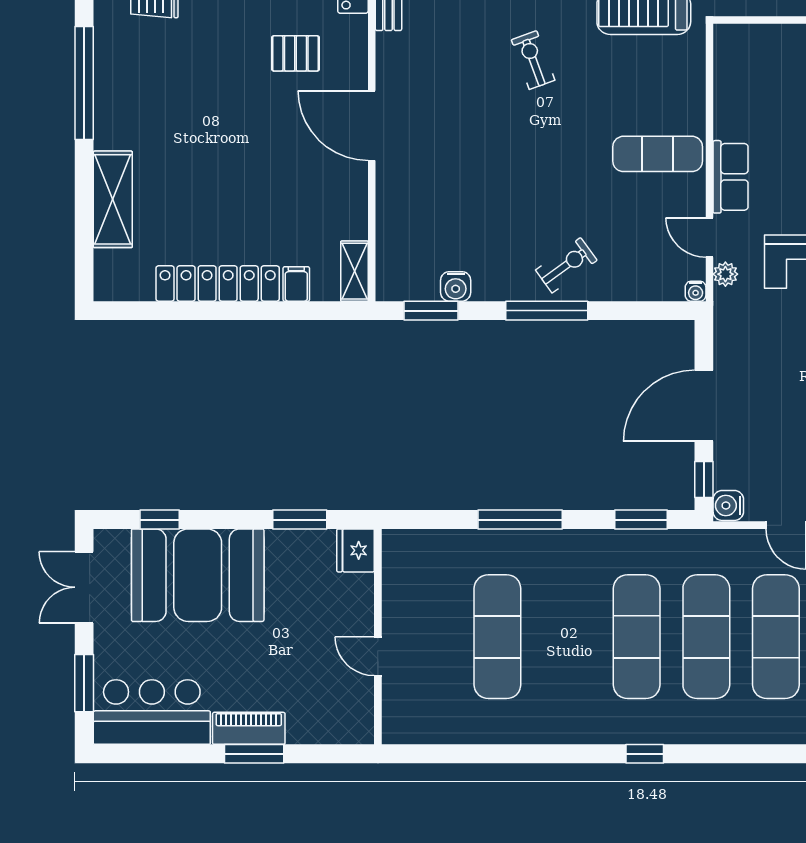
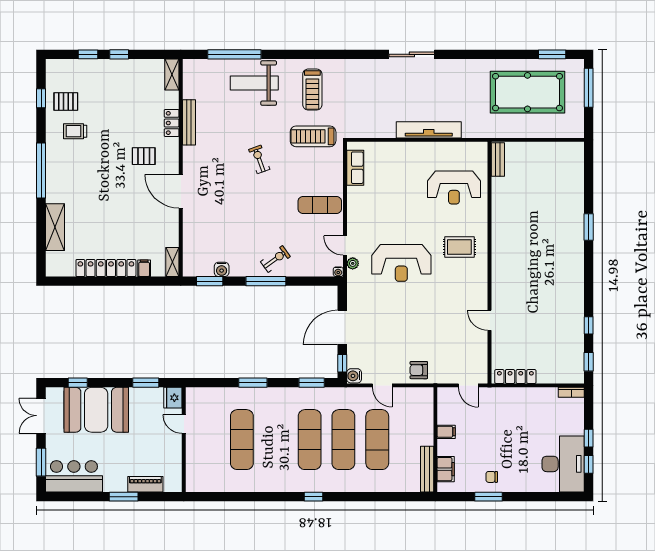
row of seats: (731, 177) -> (355, 168), moved
window: (520, 520) -> (253, 383), width x0.69
door: (378, 656) -> (184, 424), moved
piano: (249, 728) -> (145, 484), moved

